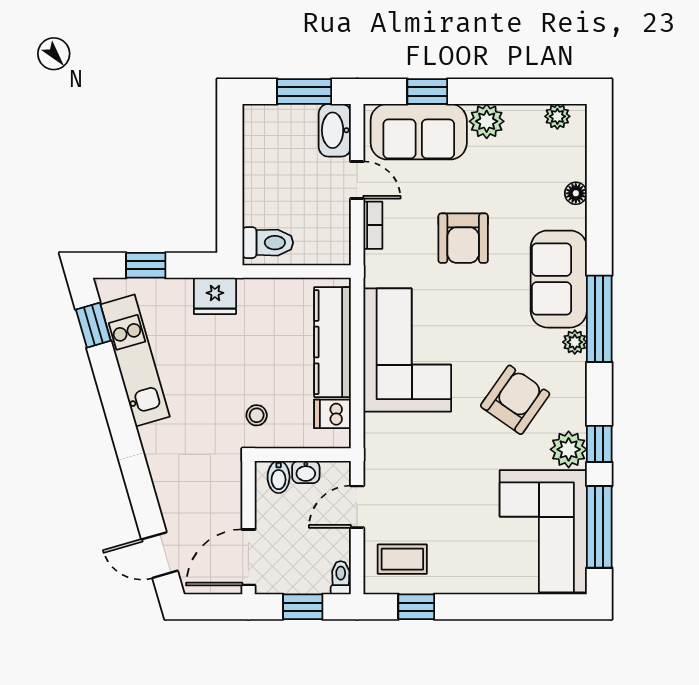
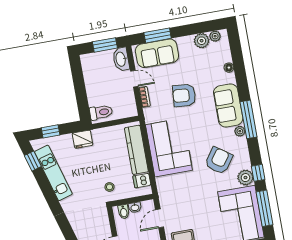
window: (427, 91) -> (158, 35), width x1.50
plant: (487, 121) -> (202, 41), moved
armchair: (463, 238) -> (184, 95), turned 95

